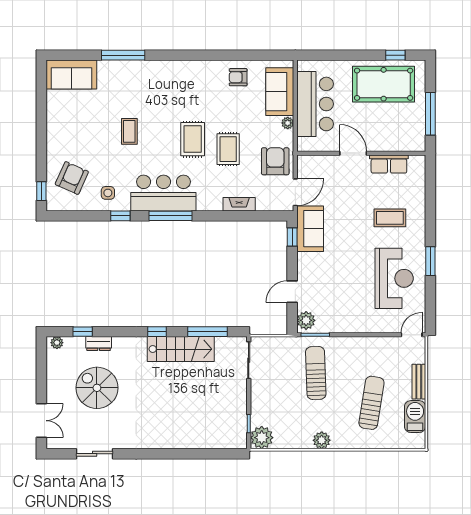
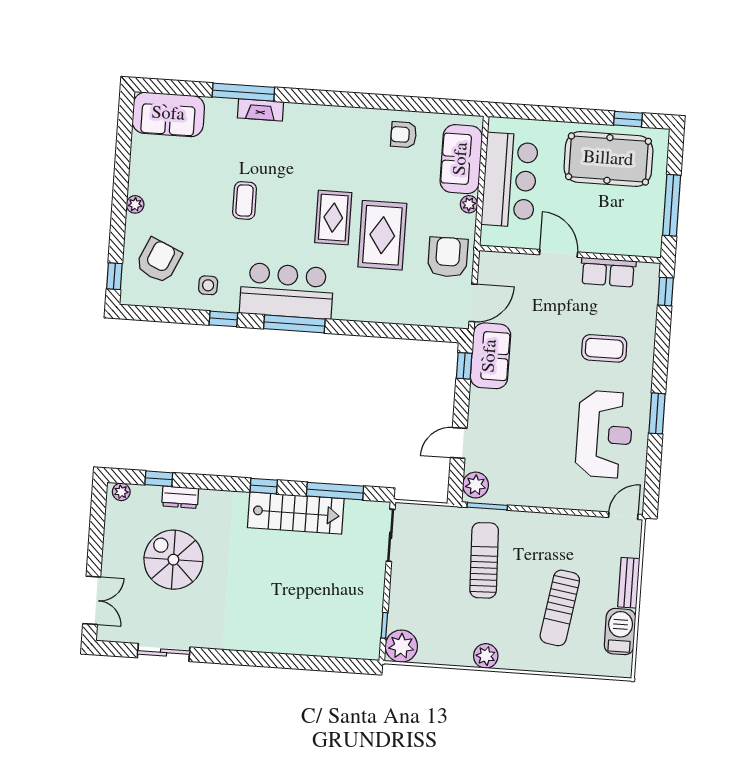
plant: (52, 140) -> (135, 204), added
rug: (228, 149) -> (382, 235), width x1.36, depth x1.43
window: (430, 175) -> (666, 292), added
fireplace: (239, 204) -> (260, 110), moved, turned 180
sun lounger: (371, 403) -> (560, 608), turned 180

